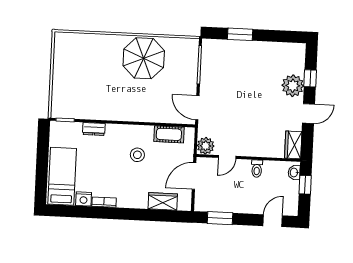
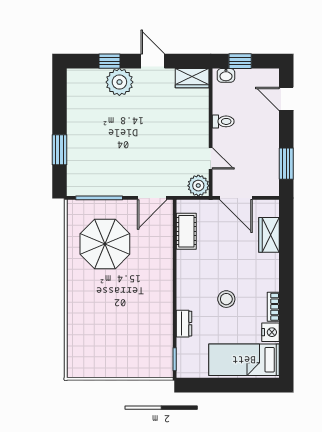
parasol: (144, 58) -> (105, 244), moved
stool: (137, 155) -> (226, 299), moved

